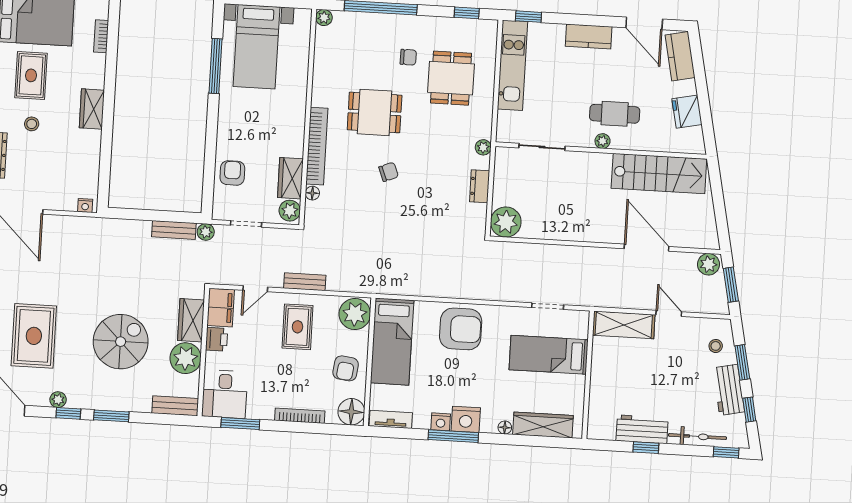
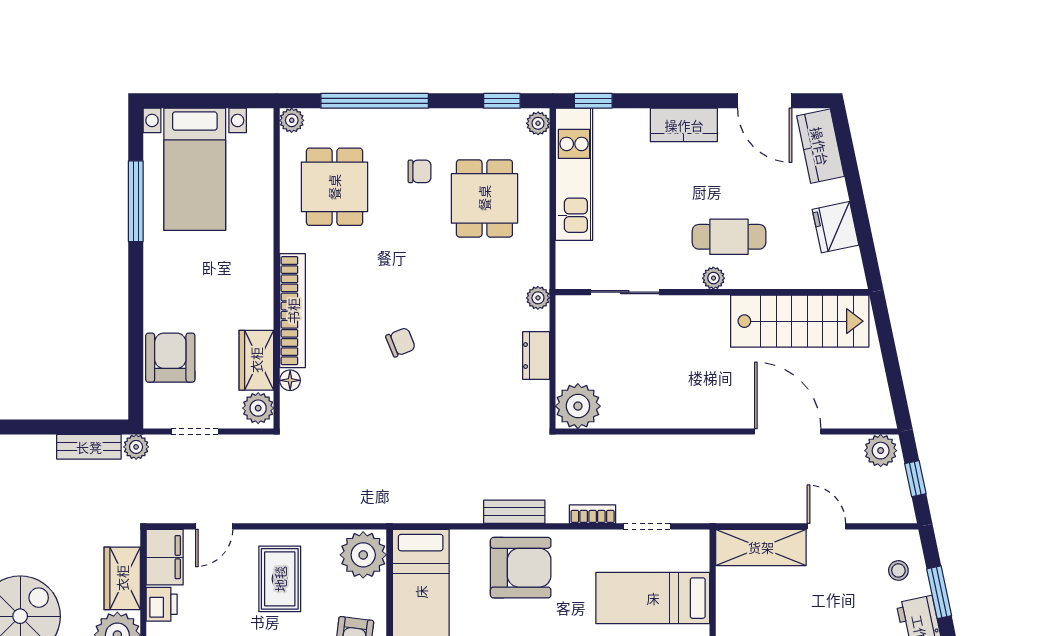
plant: (490, 29) -> (538, 123), added
dining table: (375, 112) -> (334, 187), moved, turned 90
armchair: (232, 173) -> (170, 358), width x1.38, depth x1.38
bench: (305, 282) -> (514, 512), moved
window: (731, 285) -> (915, 479), width x0.67
bookcase: (511, 296) -> (593, 514), added

